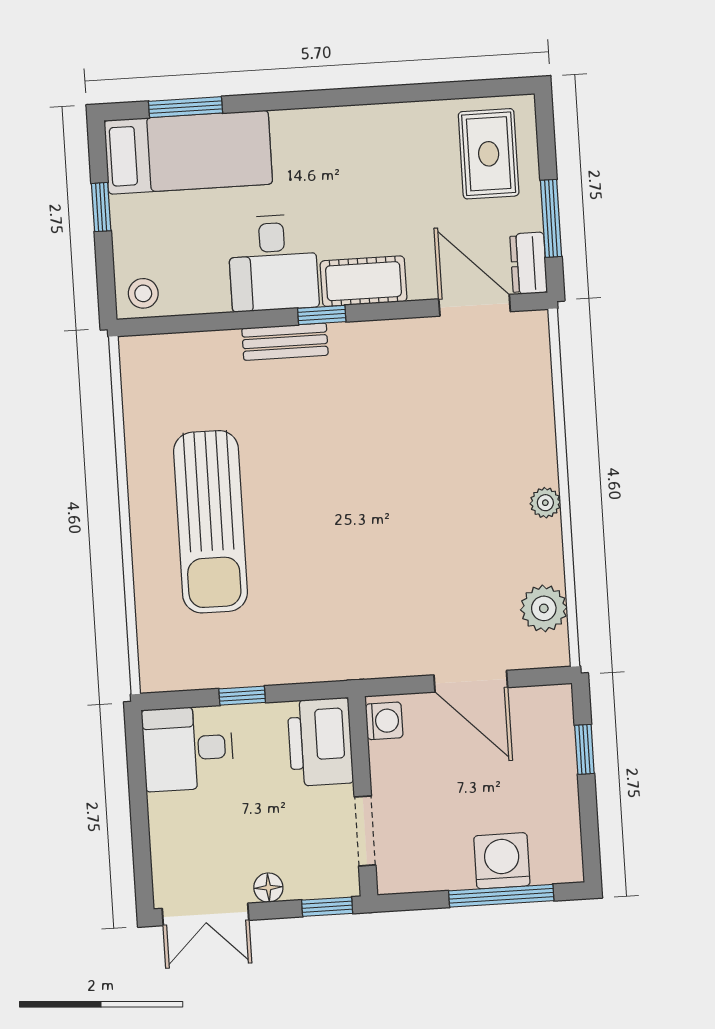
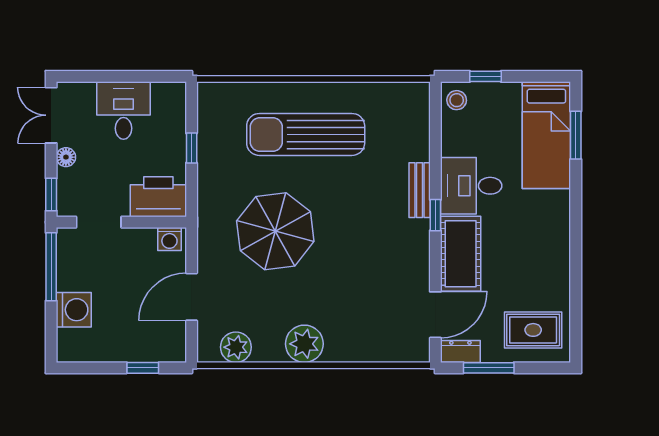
window: (101, 207) -> (485, 76), moved
cot: (363, 281) -> (461, 254), width x1.37, depth x1.34
plant: (545, 503) -> (304, 344), width x1.88, depth x1.88
parasol: (362, 559) -> (275, 231), added
desk: (188, 748) -> (123, 111), moved
window: (501, 896) -> (51, 267), moved

